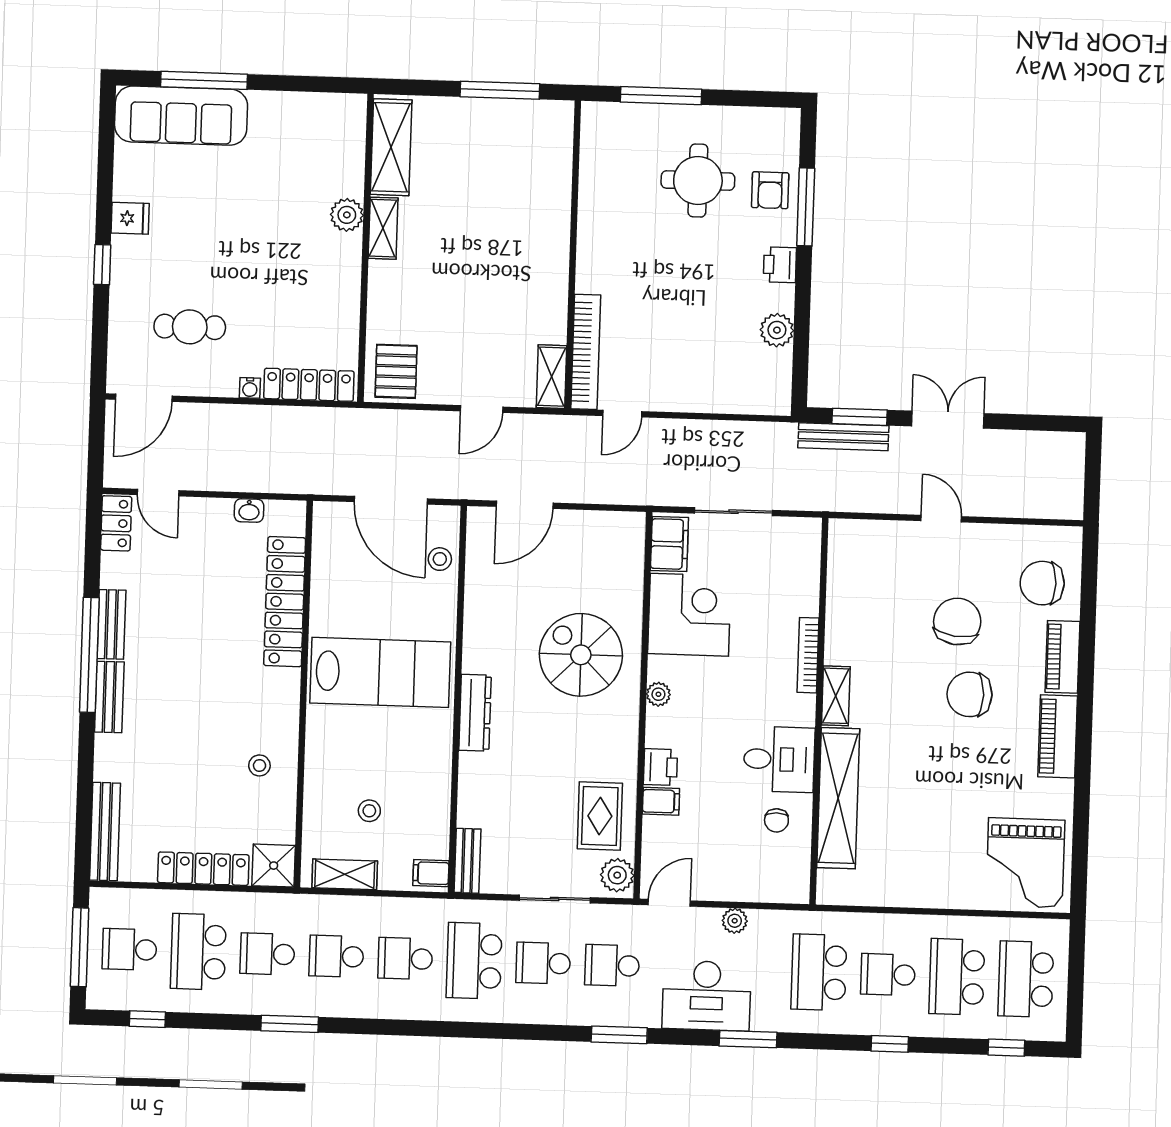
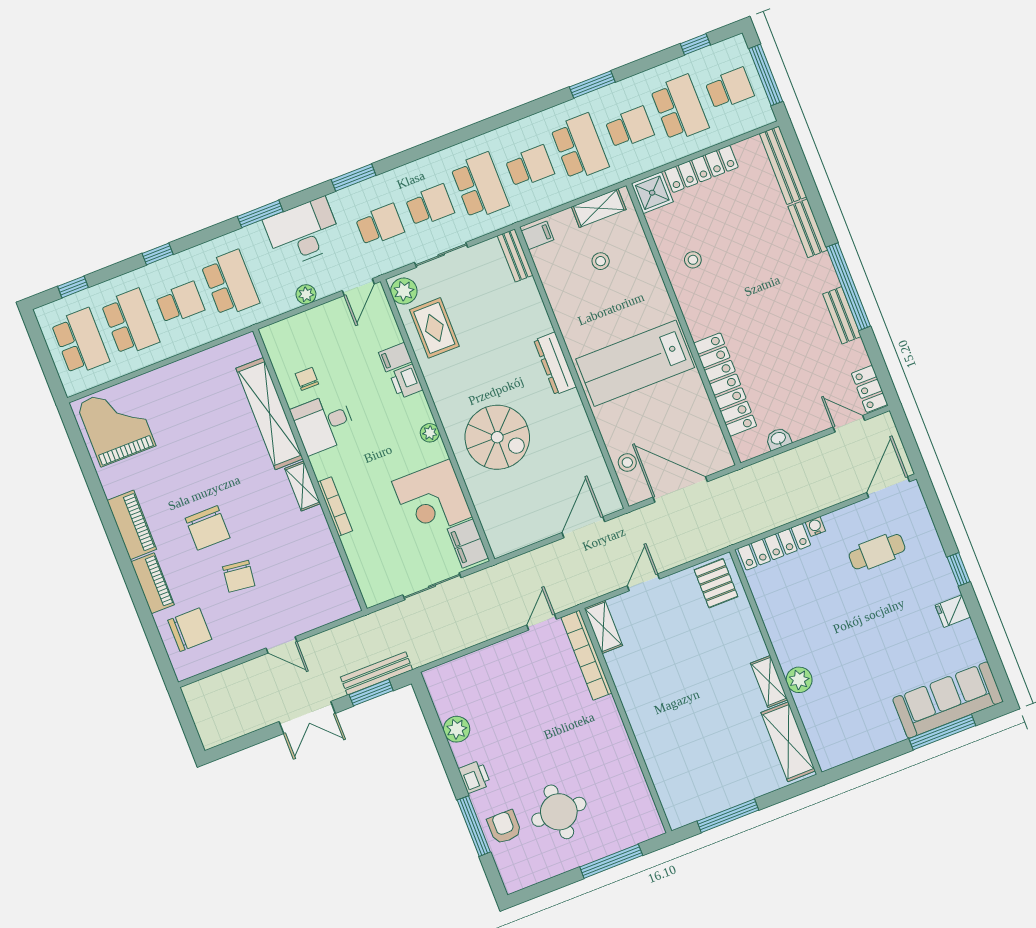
chair: (957, 622) -> (239, 576), width x0.73, depth x0.73
chair: (970, 694) -> (208, 528), turned 90
bench: (109, 697) -> (808, 228), moved
school desk: (336, 956) -> (580, 147), width x1.85

